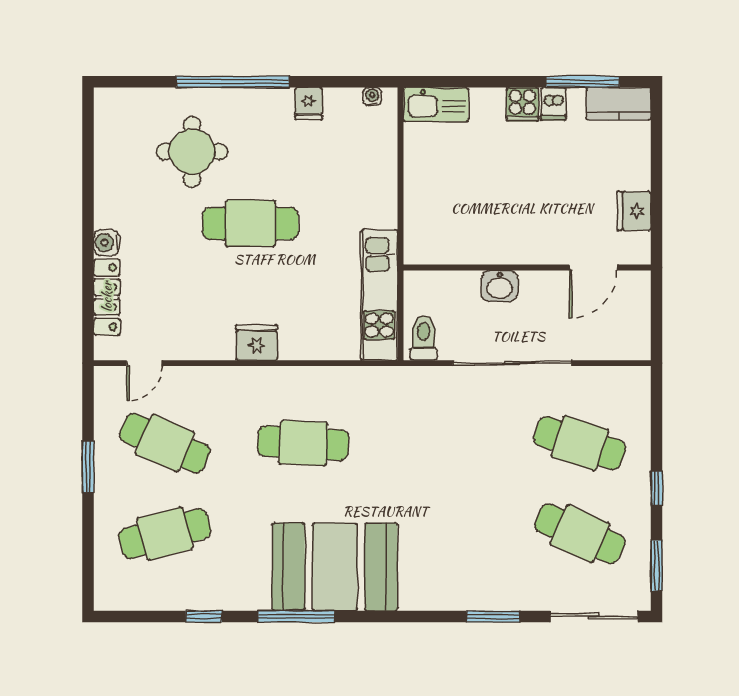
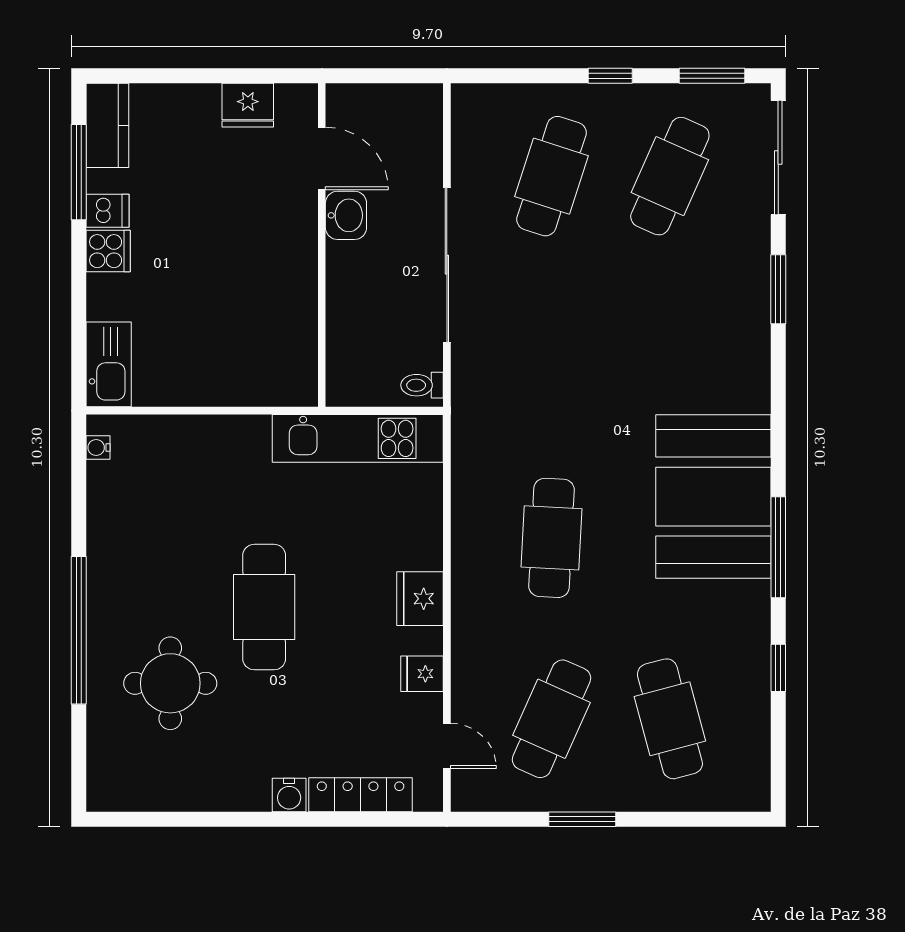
fridge: (308, 104) -> (422, 674), moved, turned 180
washbasin: (500, 286) -> (346, 215), moved
toilet: (424, 338) -> (422, 385), width x0.73, depth x0.72

